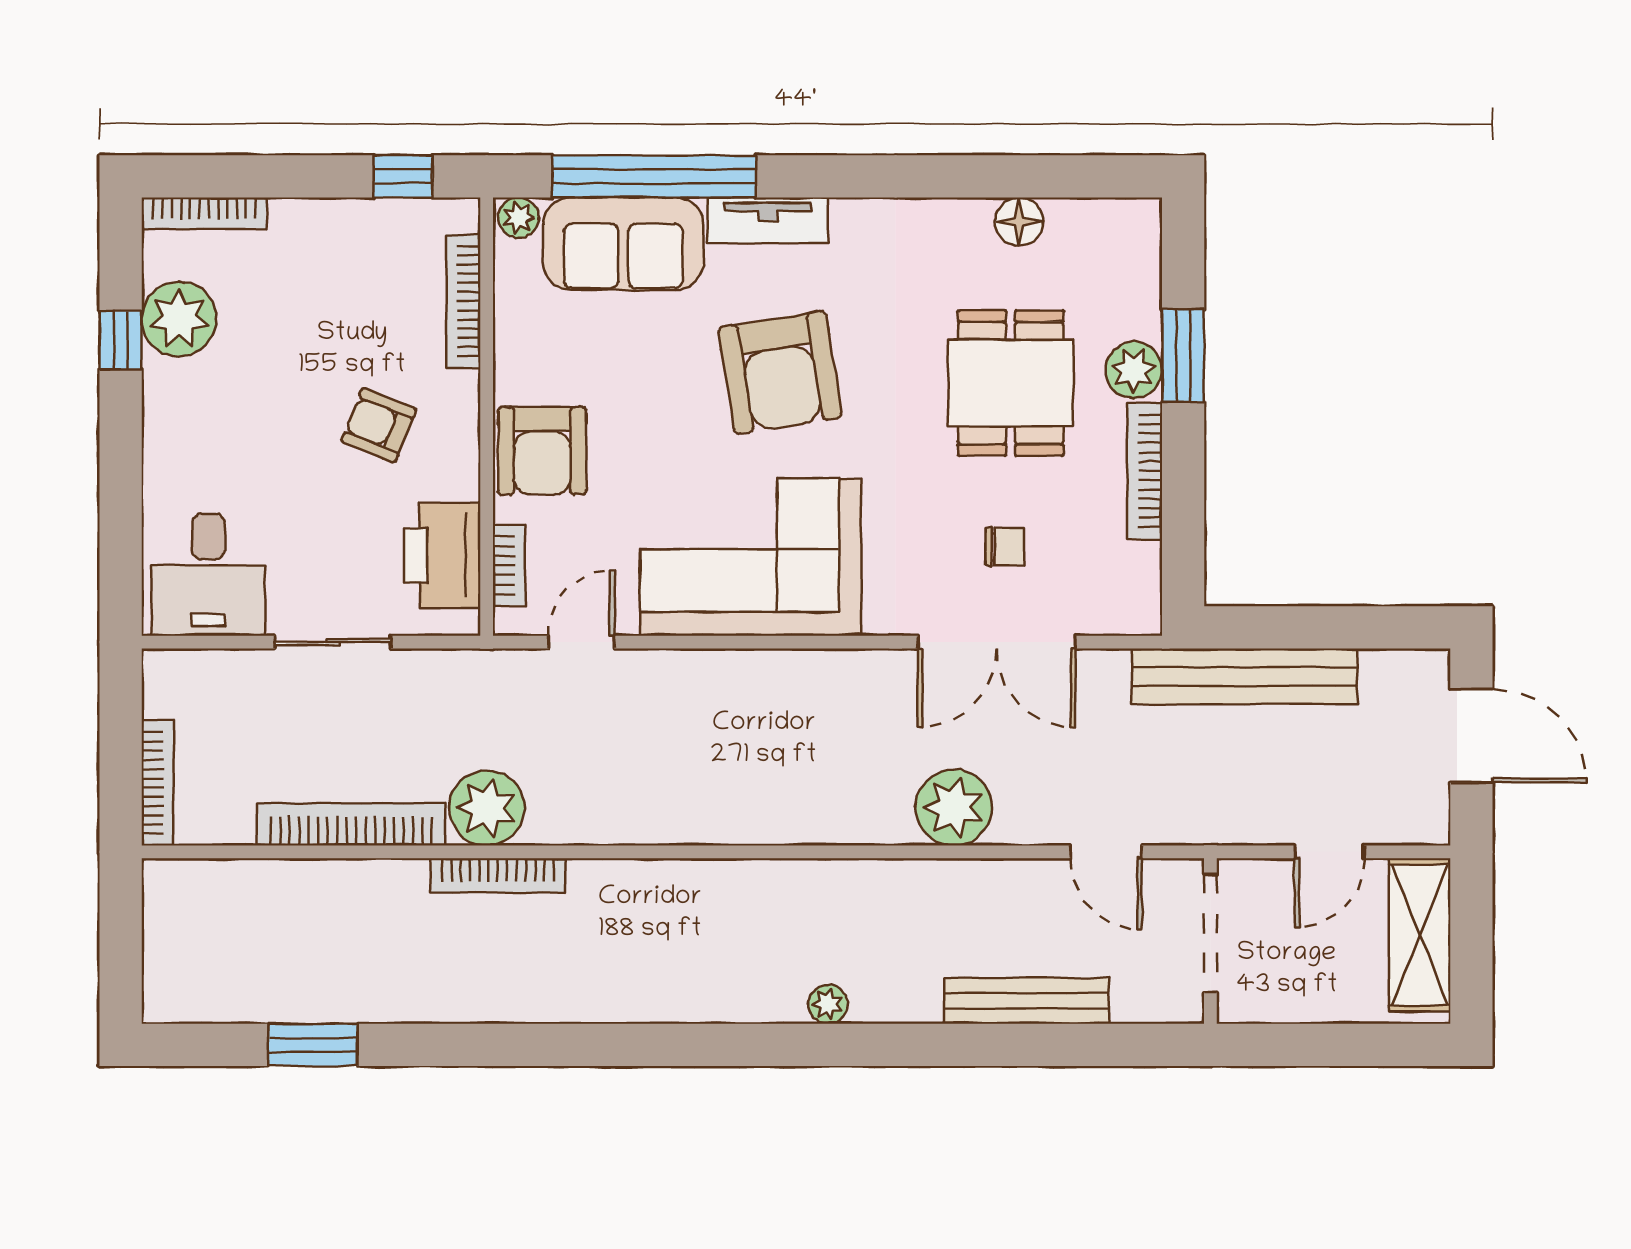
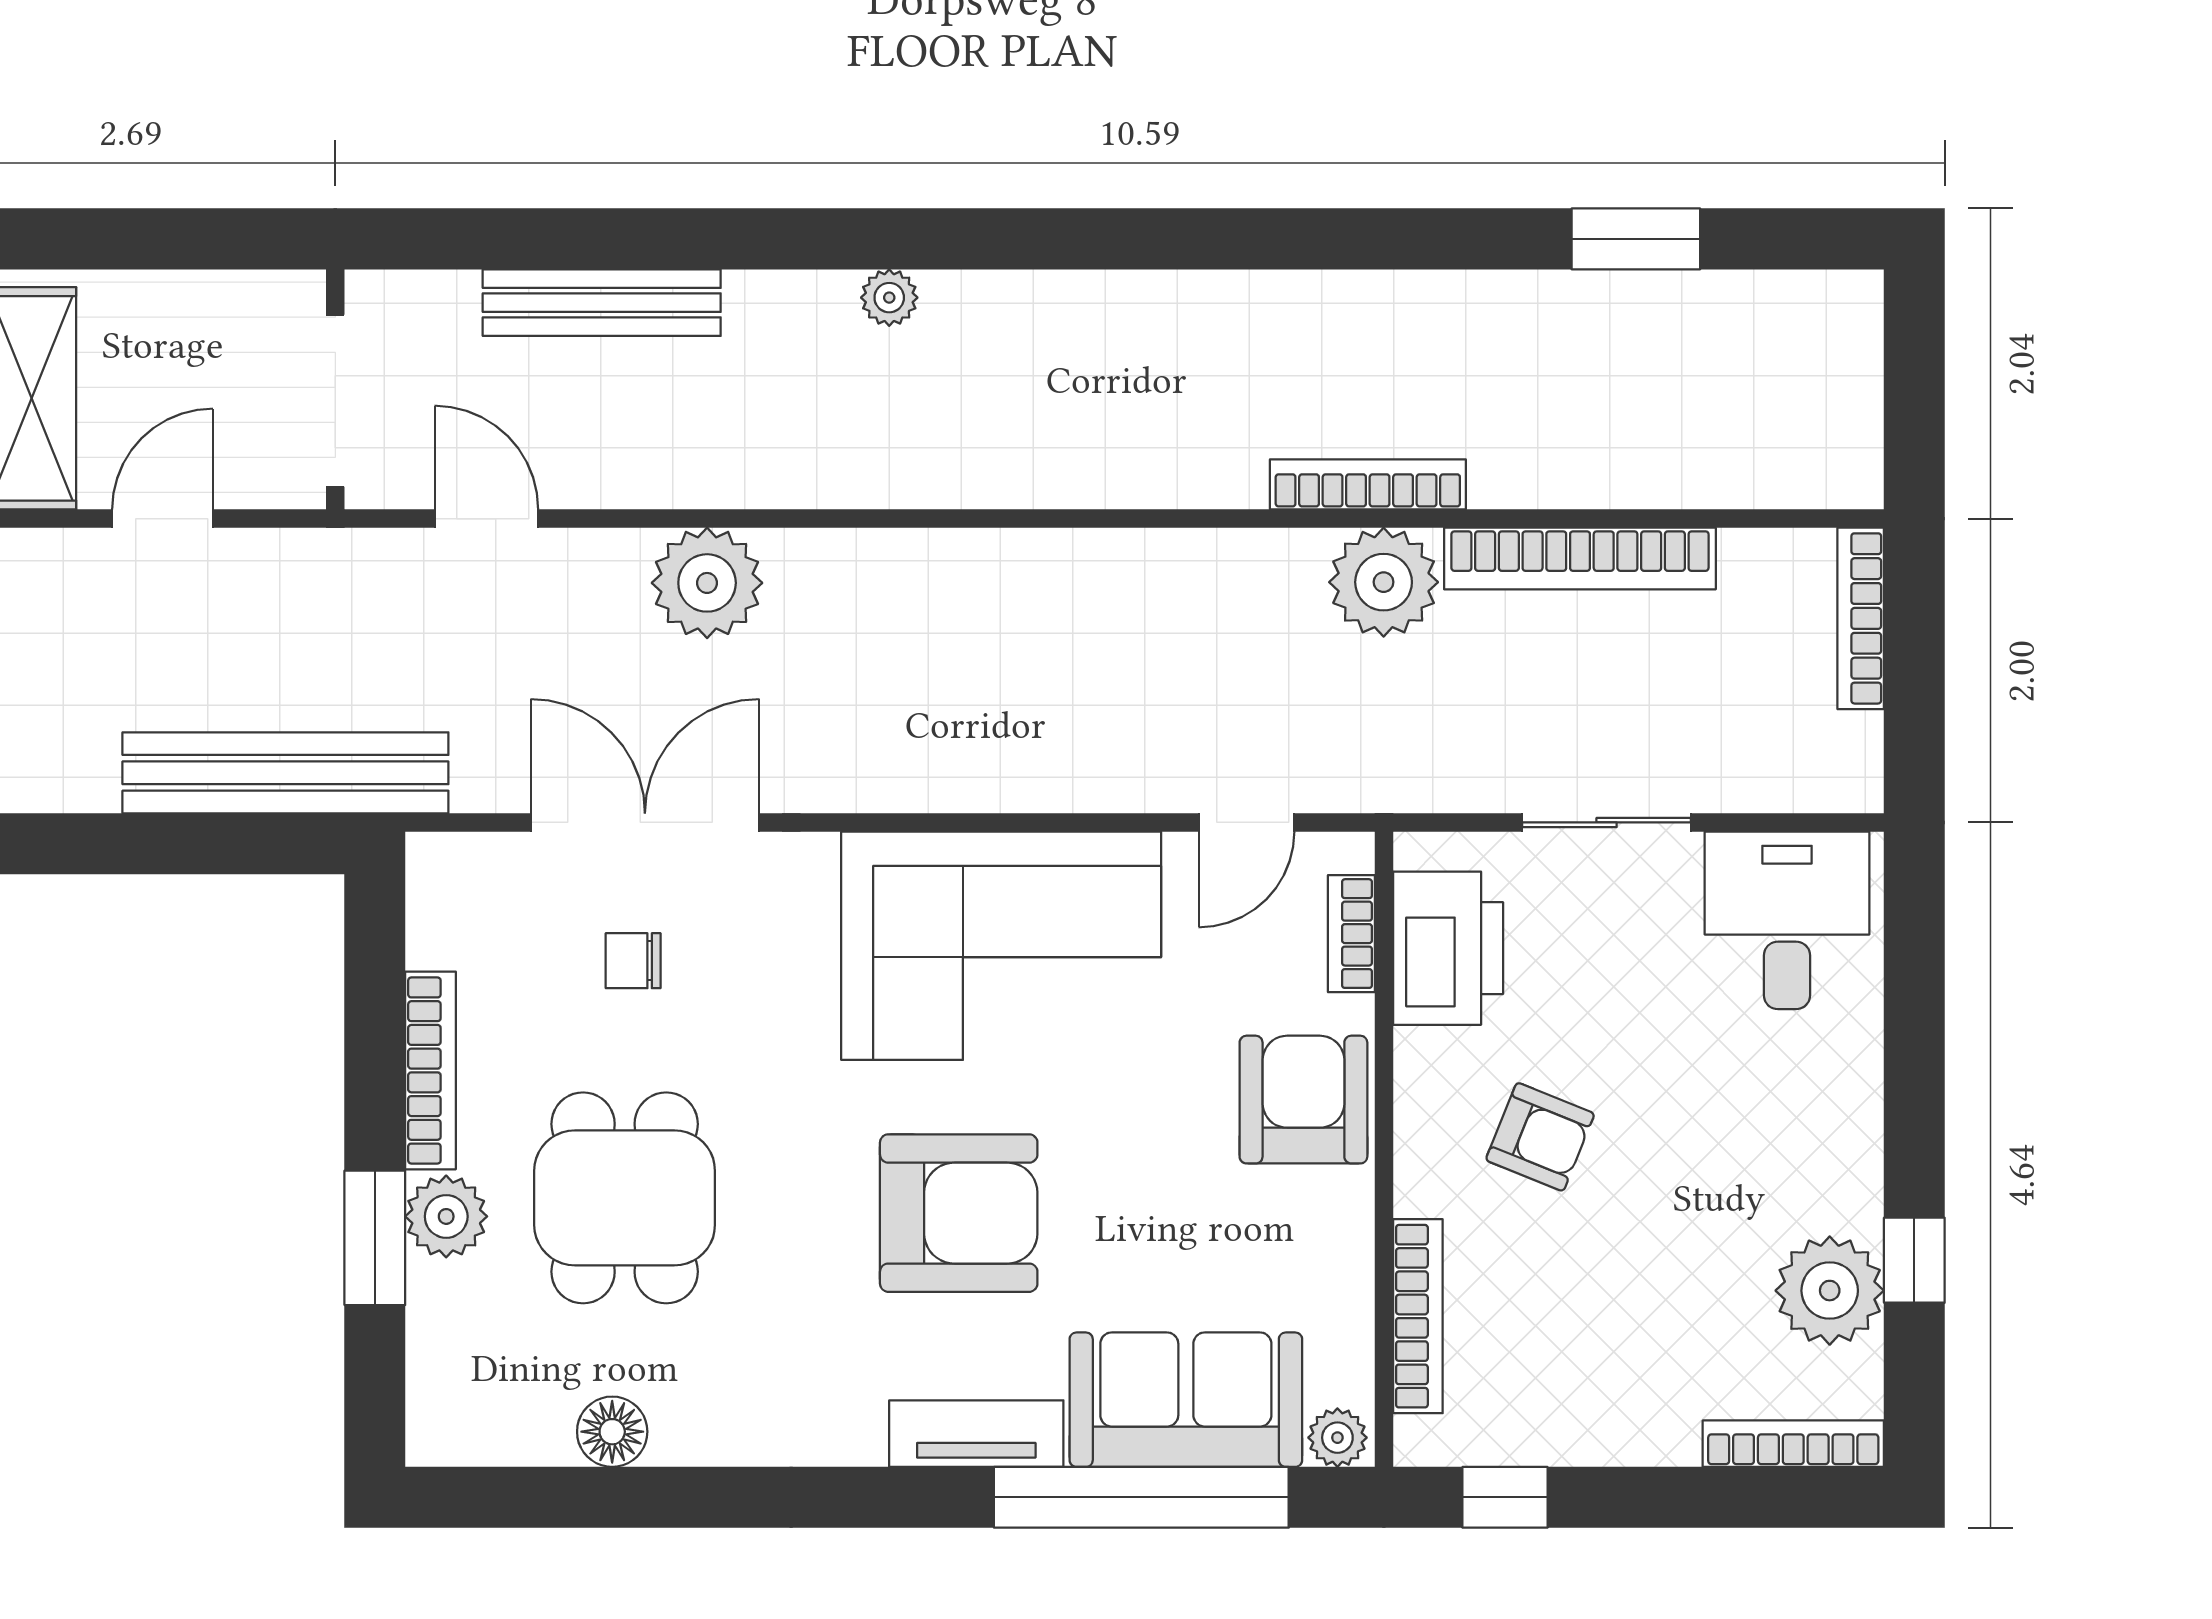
armchair: (780, 373) -> (959, 1213), turned 99

